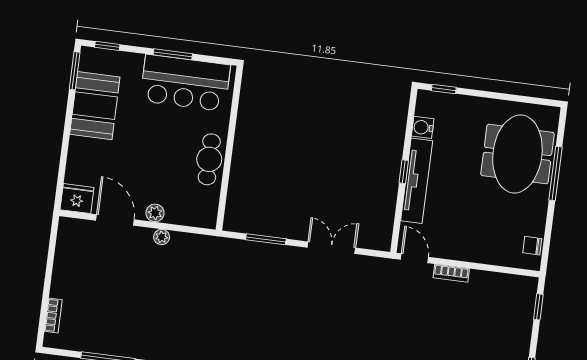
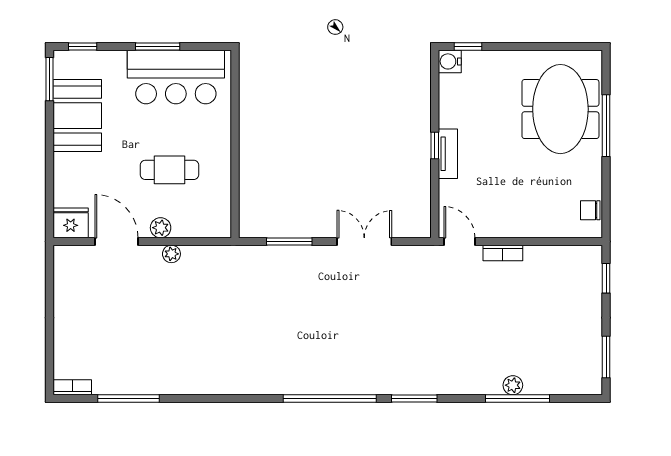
water cooler: (423, 127) -> (450, 61), moved
cafe table: (209, 159) -> (170, 170), moved, turned 90
tv unit: (417, 181) -> (448, 154), width x0.52, depth x0.78
bookcase: (53, 315) -> (72, 387), moved, turned -90

